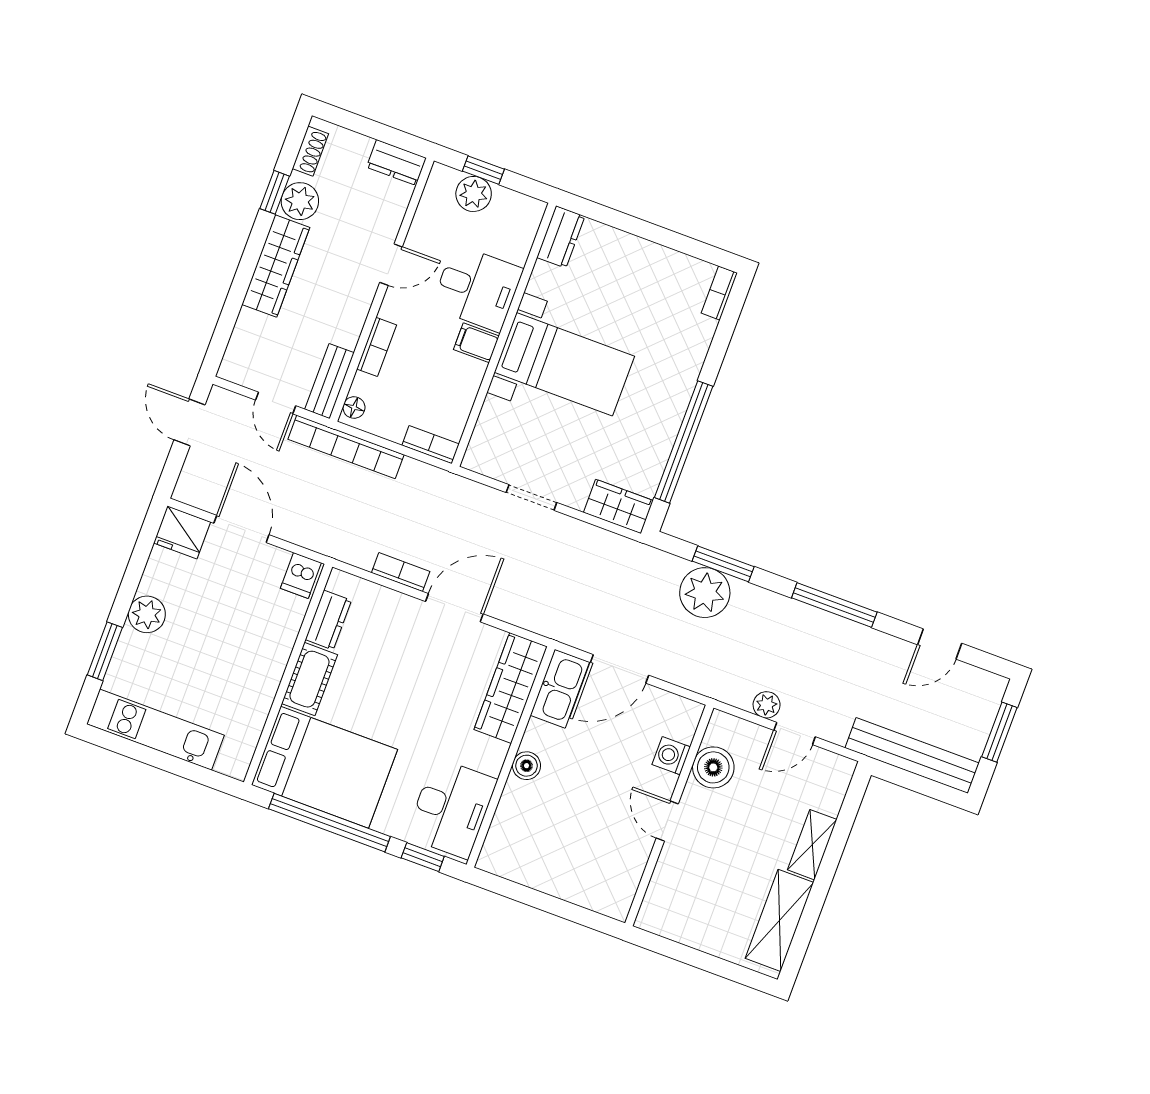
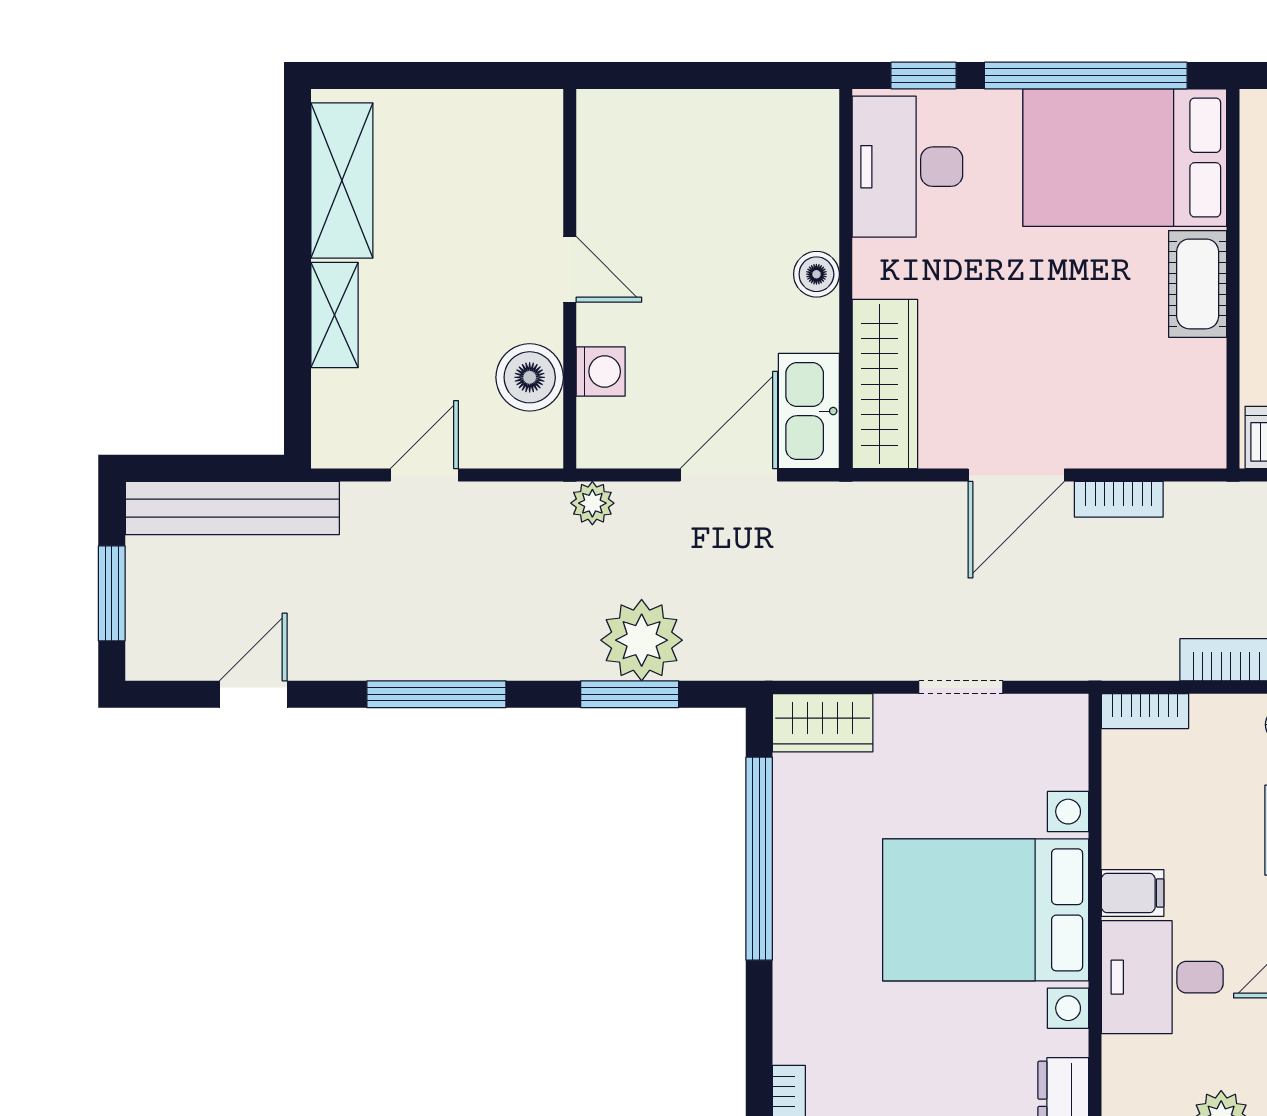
bed with nightstands: (564, 364) -> (986, 910), width x1.36
dresser: (328, 620) -> (1202, 385), removed
plant: (767, 705) -> (592, 503), moved

